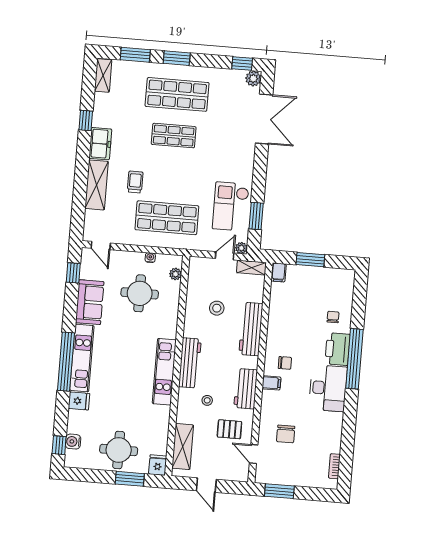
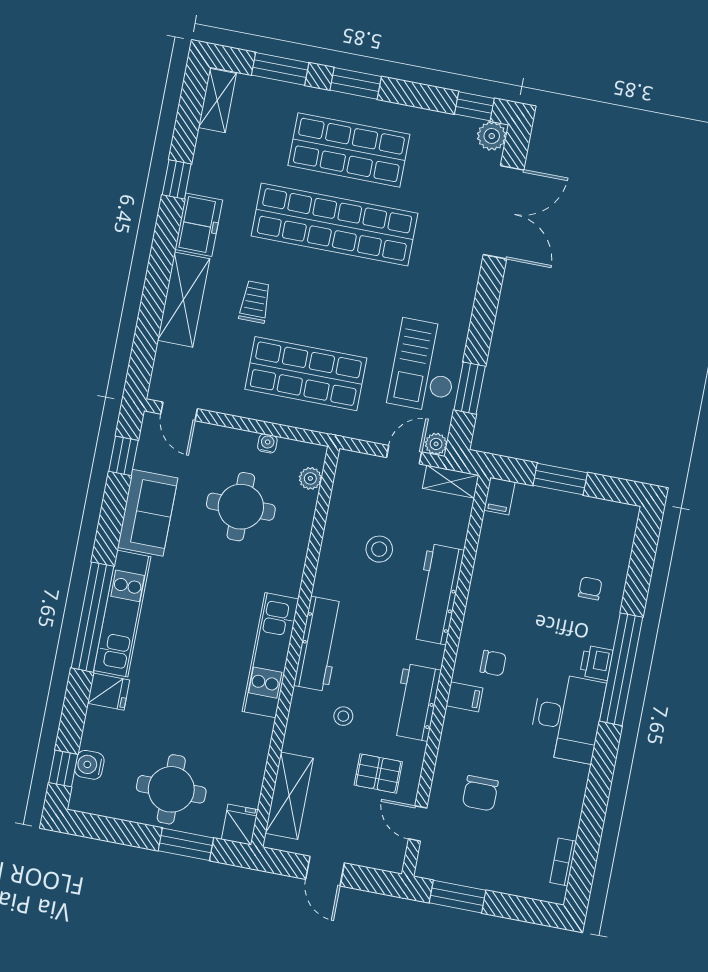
shop shelf: (174, 136) -> (335, 225), width x2.00, depth x1.36
printer: (338, 349) -> (596, 663), width x0.53, depth x0.68

